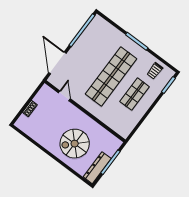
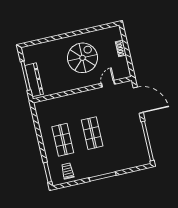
shop shelf: (111, 76) -> (92, 133), width x0.50, depth x0.74
door: (64, 96) -> (108, 84), swing flipped
spiral stairs: (75, 144) -> (83, 58), moved
dresser: (97, 168) -> (34, 80), moved

